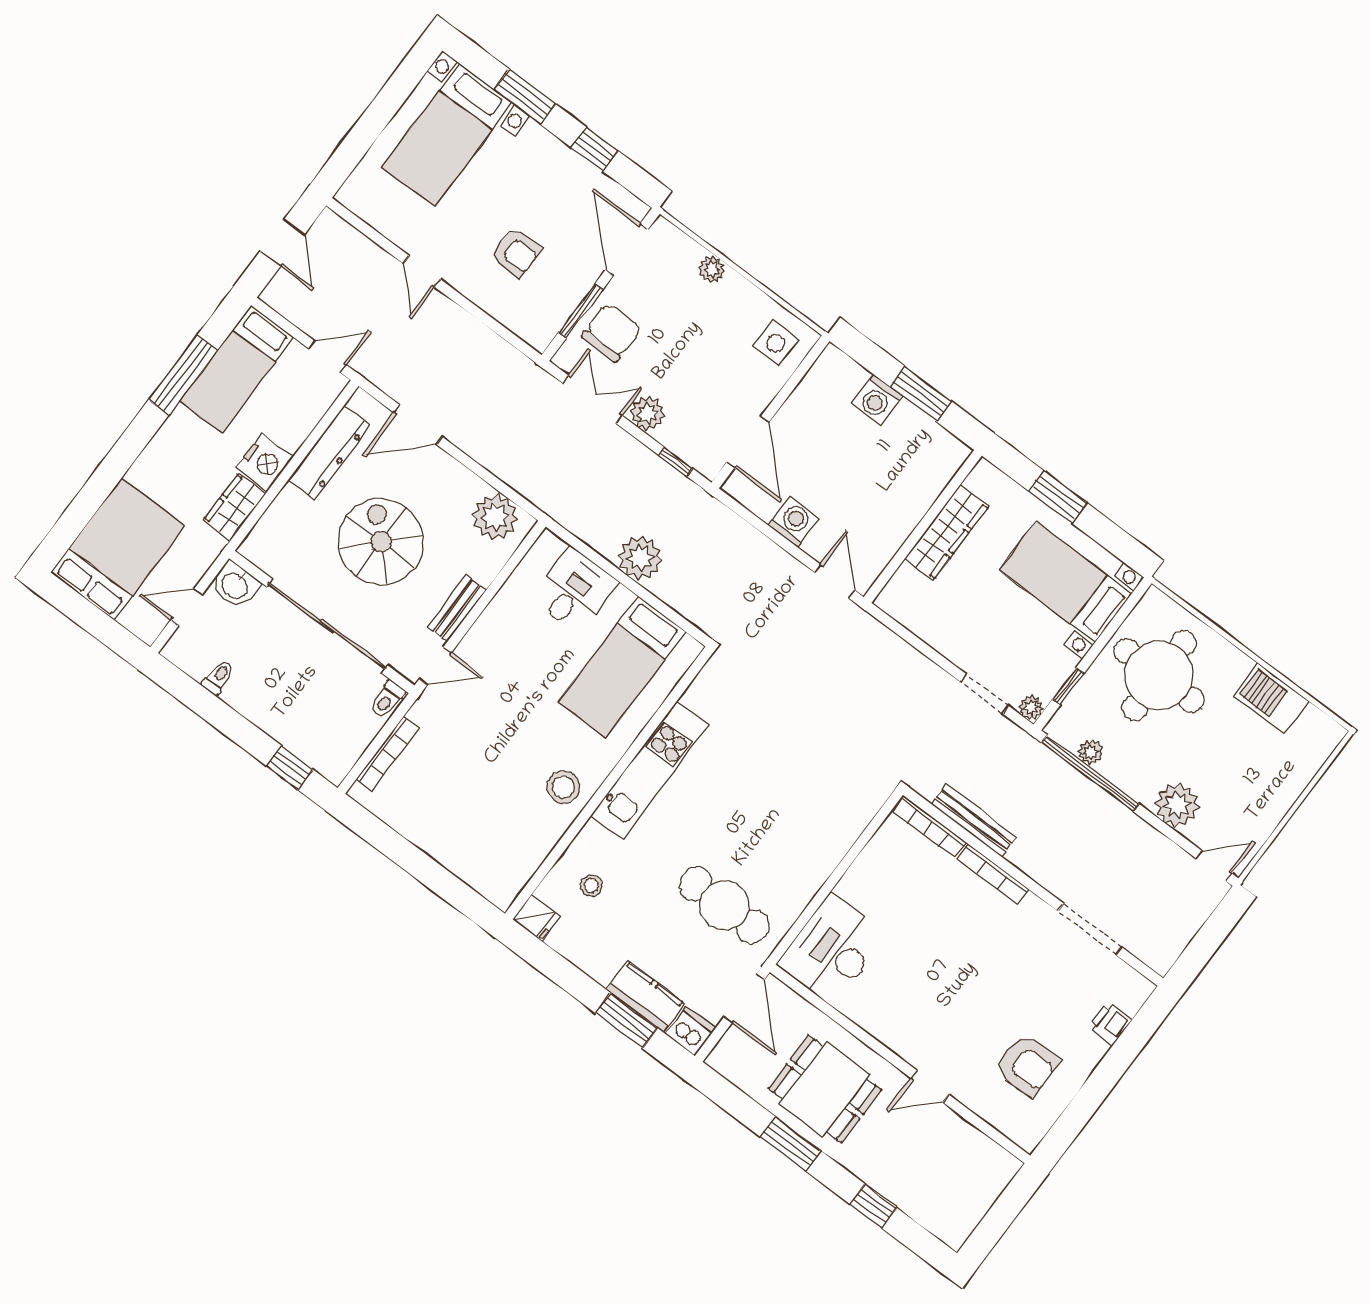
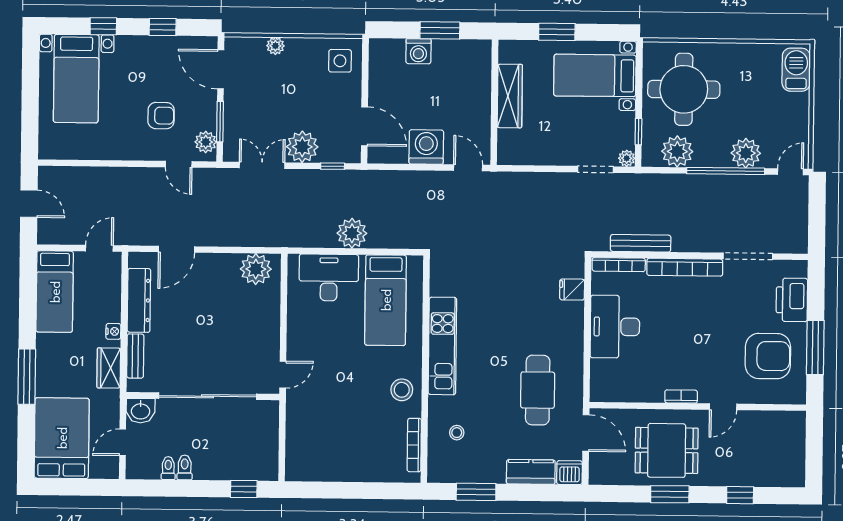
window: (525, 97) -> (103, 26), width x0.67
door: (422, 271) -> (179, 164), moved
plant: (546, 323) -> (206, 142), added
chair: (611, 333) -> (246, 121), removed
window: (183, 375) -> (27, 377), moved
plant: (648, 414) -> (302, 147), width x1.36, depth x1.36
nightstand: (265, 462) -> (113, 331), width x0.53, depth x0.56
washing machine: (794, 522) -> (426, 147), width x1.37, depth x1.37
spiral stairs: (381, 542) -> (203, 328), removed
desk: (574, 590) -> (329, 278), width x1.37
bench: (457, 609) -> (135, 356), moved
barbecue: (1271, 698) -> (796, 70), moved, turned 90
toilet: (387, 700) -> (185, 467), moved, turned 180
plant: (1091, 752) -> (677, 151), width x1.88, depth x1.88
bookcase: (388, 754) -> (414, 445), moved, turned 180
window: (1090, 773) -> (726, 171), moved
bookcase: (993, 874) -> (685, 267), width x1.48, depth x1.31
cafe table: (724, 905) -> (538, 390), turned 90
fridge: (536, 918) -> (572, 290), moved, turned 180
desk: (832, 949) -> (615, 327), moved
window: (626, 1021) -> (476, 492), moved
printer: (1110, 1024) -> (792, 300), width x1.87, depth x1.48
bookcase: (889, 1038) -> (681, 397), added
armchair: (1027, 1065) -> (768, 356), width x1.36, depth x1.36
window: (1091, 1096) -> (815, 348), added

